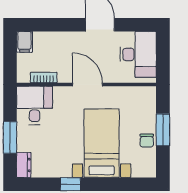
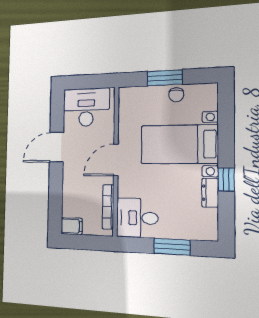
bookcase: (44, 78) -> (108, 207), width x1.56
chair: (147, 141) -> (176, 95), turned 90
dresser: (24, 165) -> (210, 193), moved, turned -90

